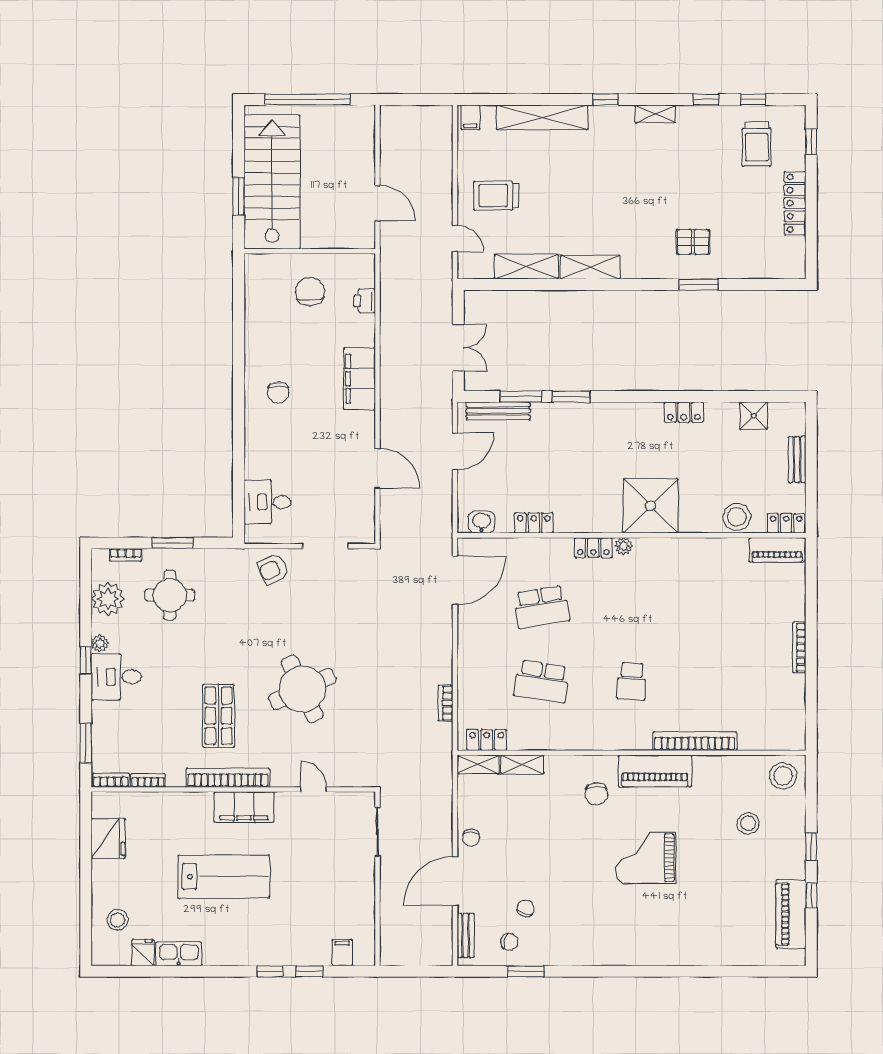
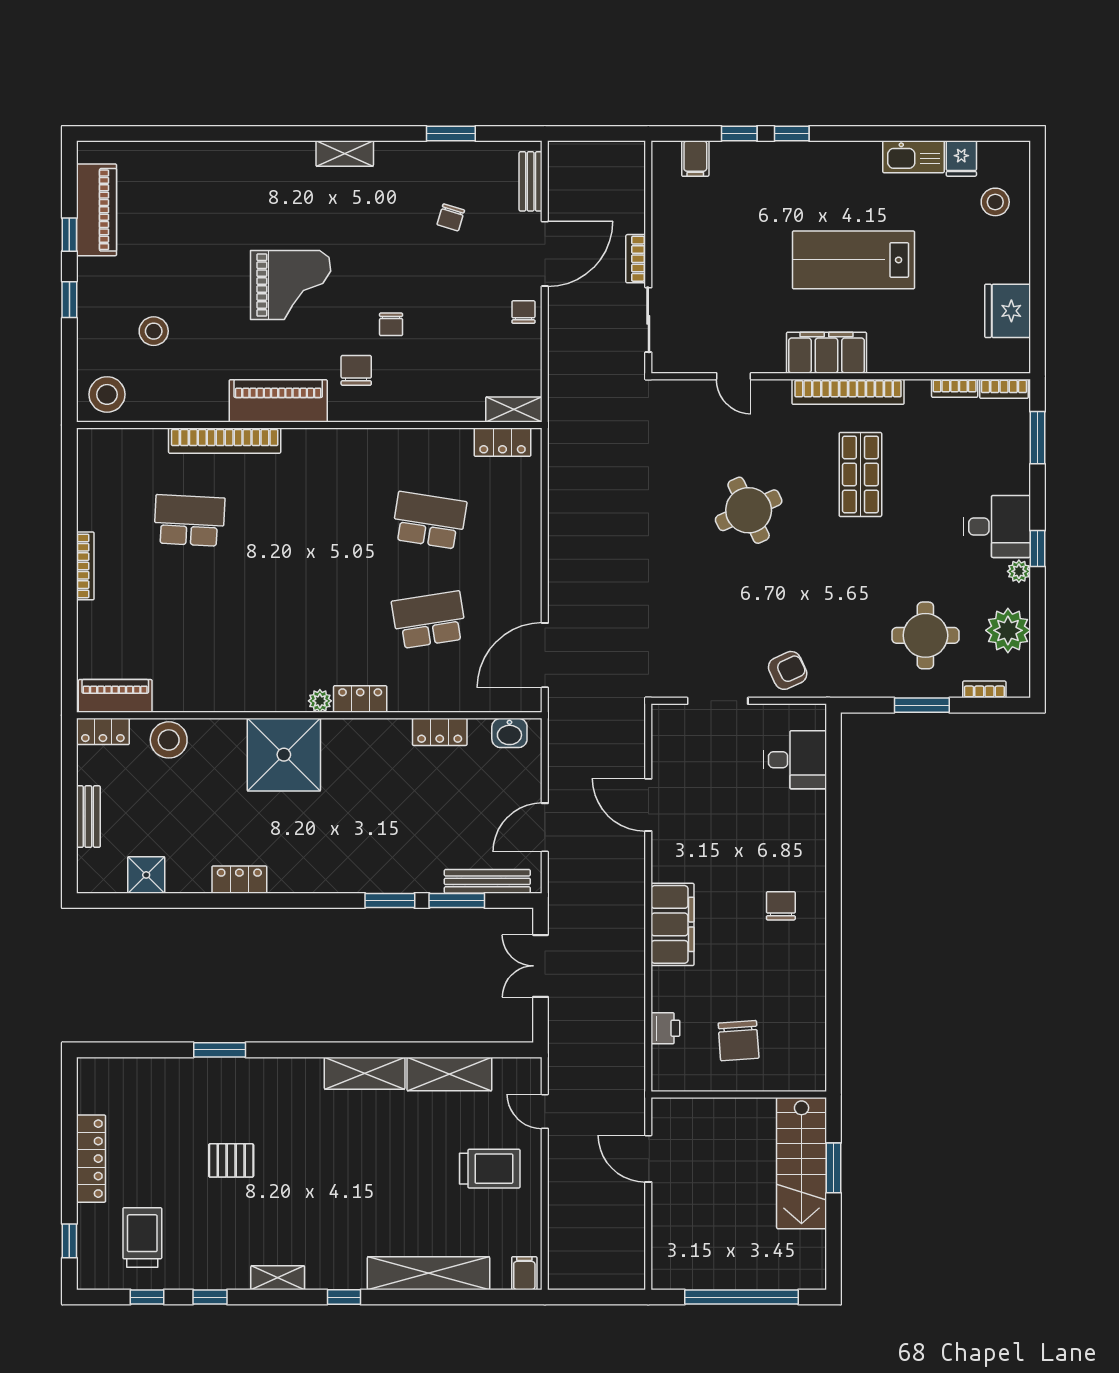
stairs: (272, 182) -> (802, 1163), width x0.73, depth x0.66
pallet: (693, 242) -> (231, 1160), moved
school desk: (632, 681) -> (189, 520), moved, width x1.85
round table: (302, 689) -> (749, 510), width x0.73, depth x0.73
bookcase: (446, 703) -> (636, 259), moved, turned 180
shelving: (522, 765) -> (345, 154), moved
chair: (509, 942) -> (391, 324), moved, turned -105

